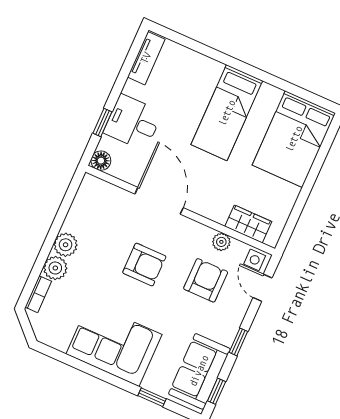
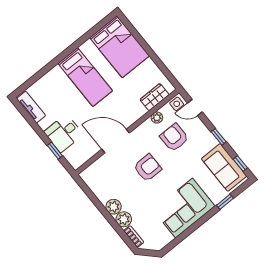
floor lamp: (101, 161) -> (76, 162), removed

